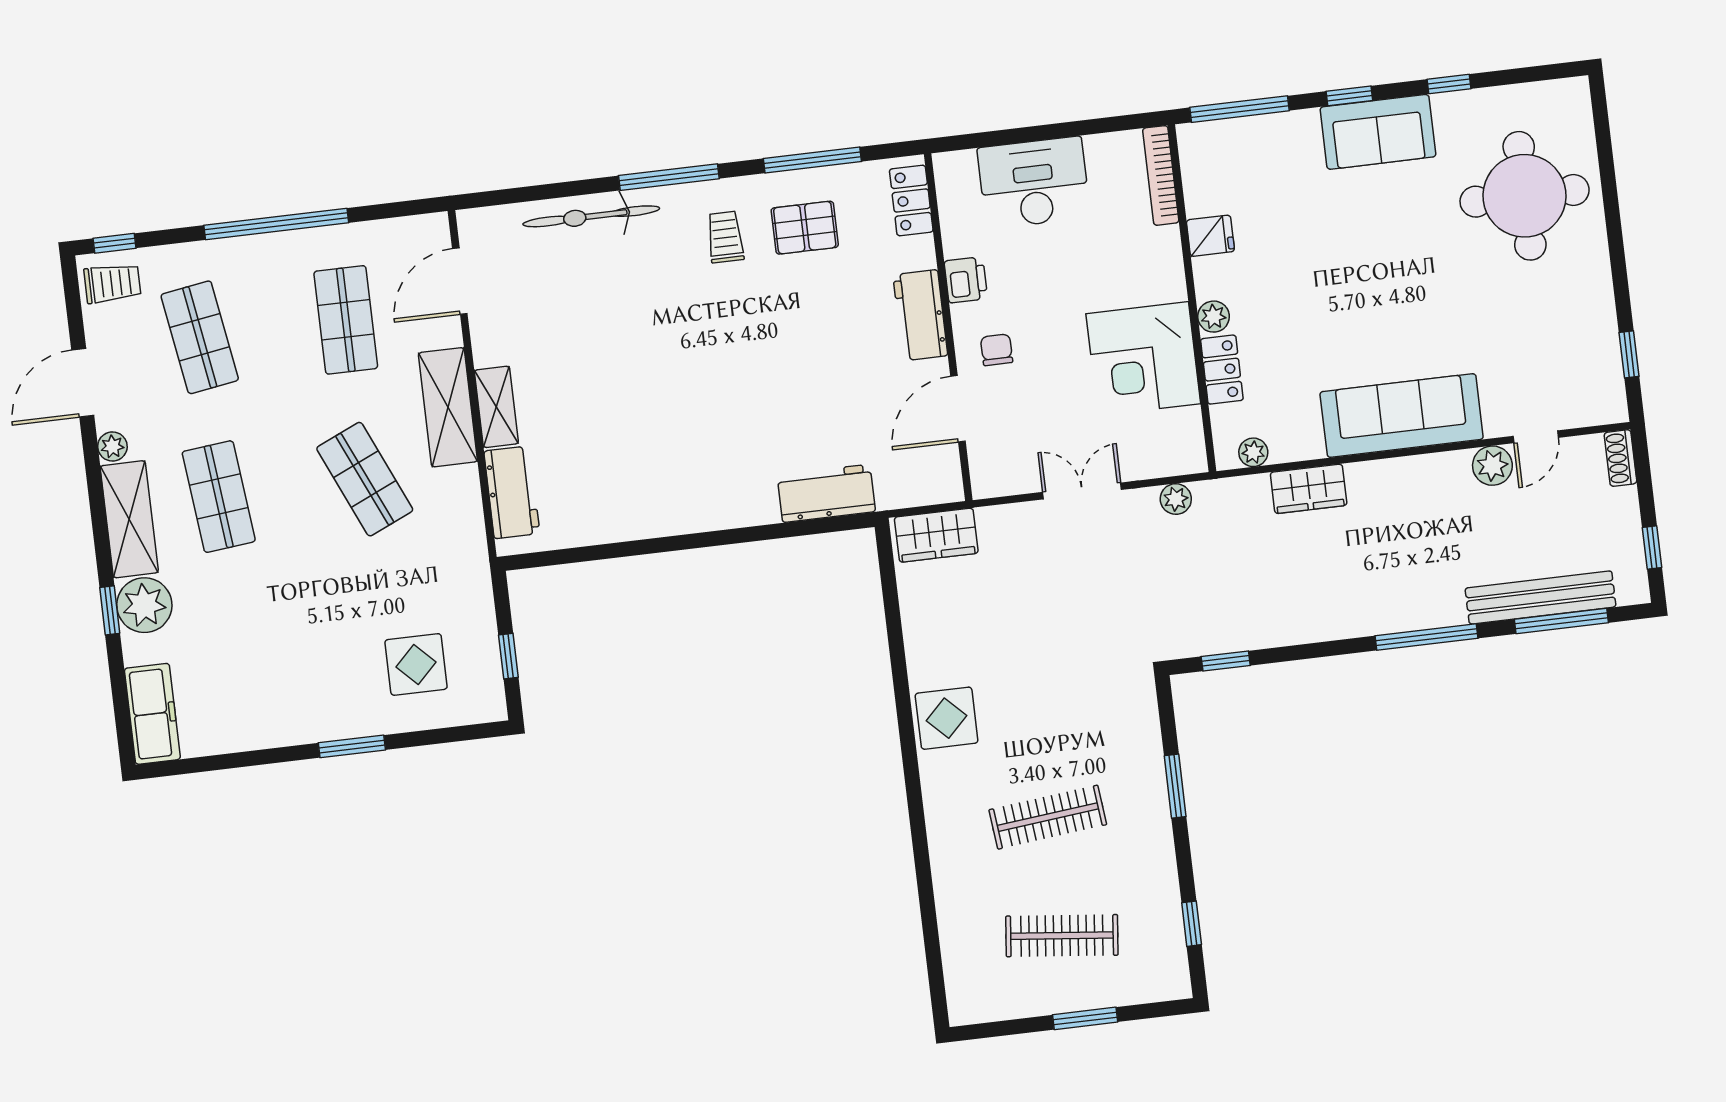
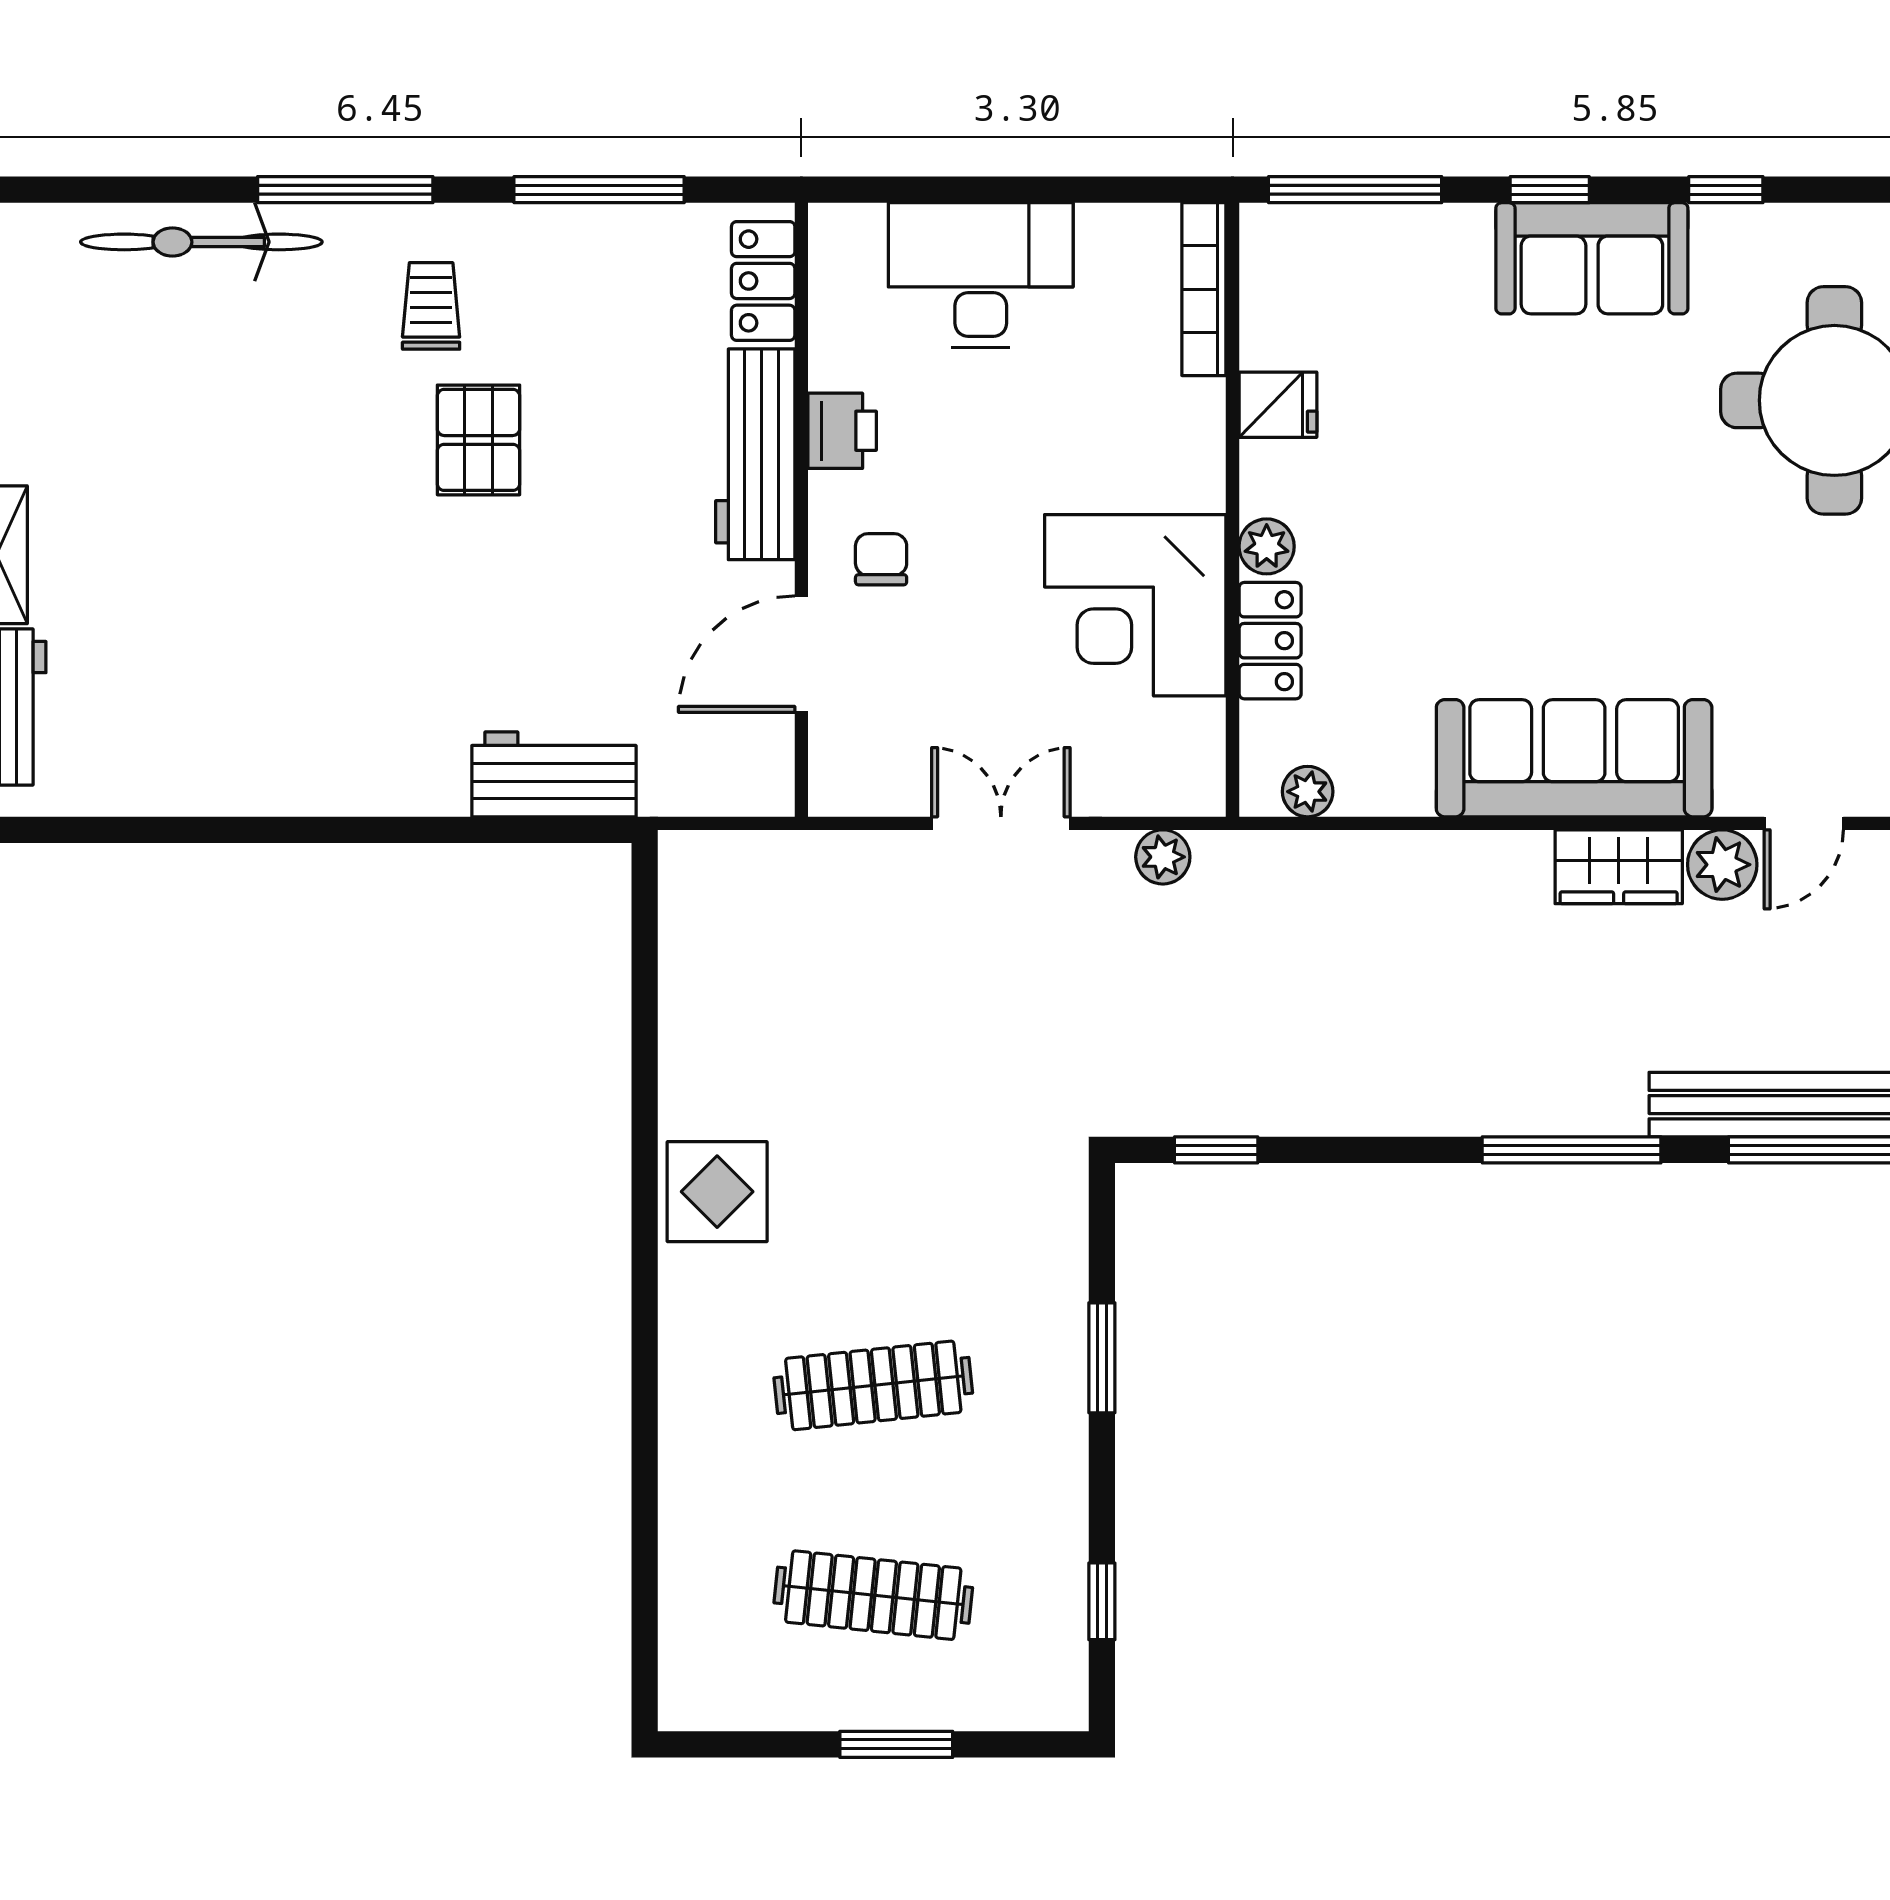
pallet: (805, 228) -> (478, 440), moved, turned 90
workbench: (920, 315) -> (755, 454), width x1.38
wardrobe: (1309, 489) -> (1619, 867), moved
wardrobe: (936, 535) -> (737, 870), removed

